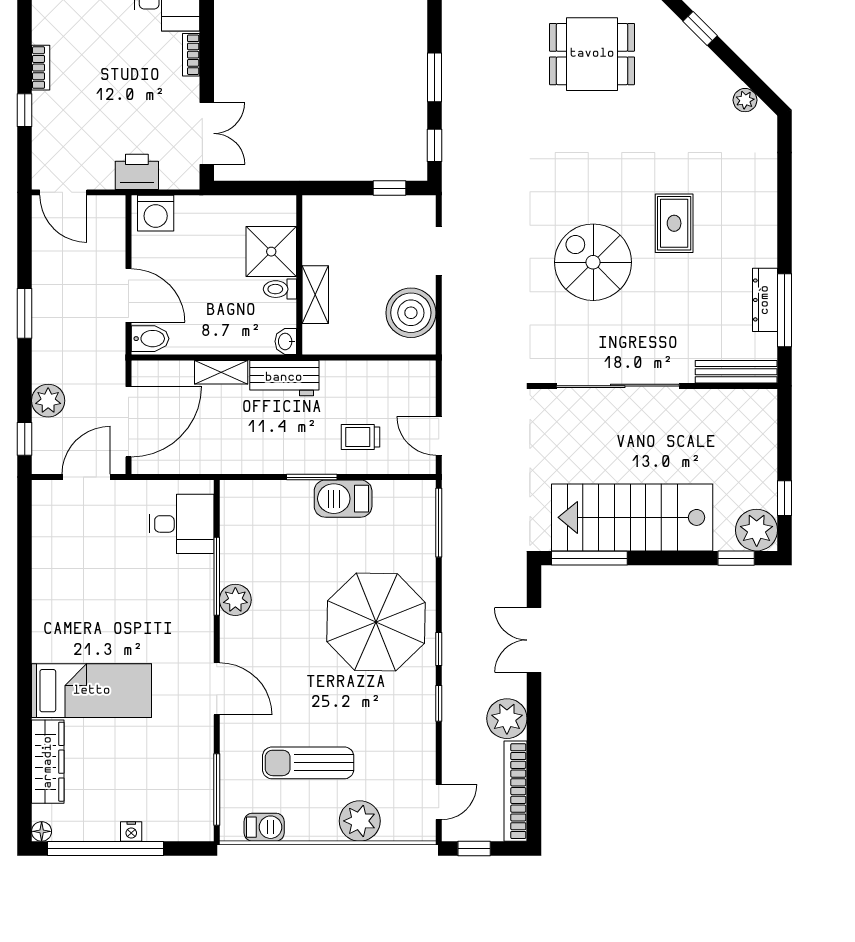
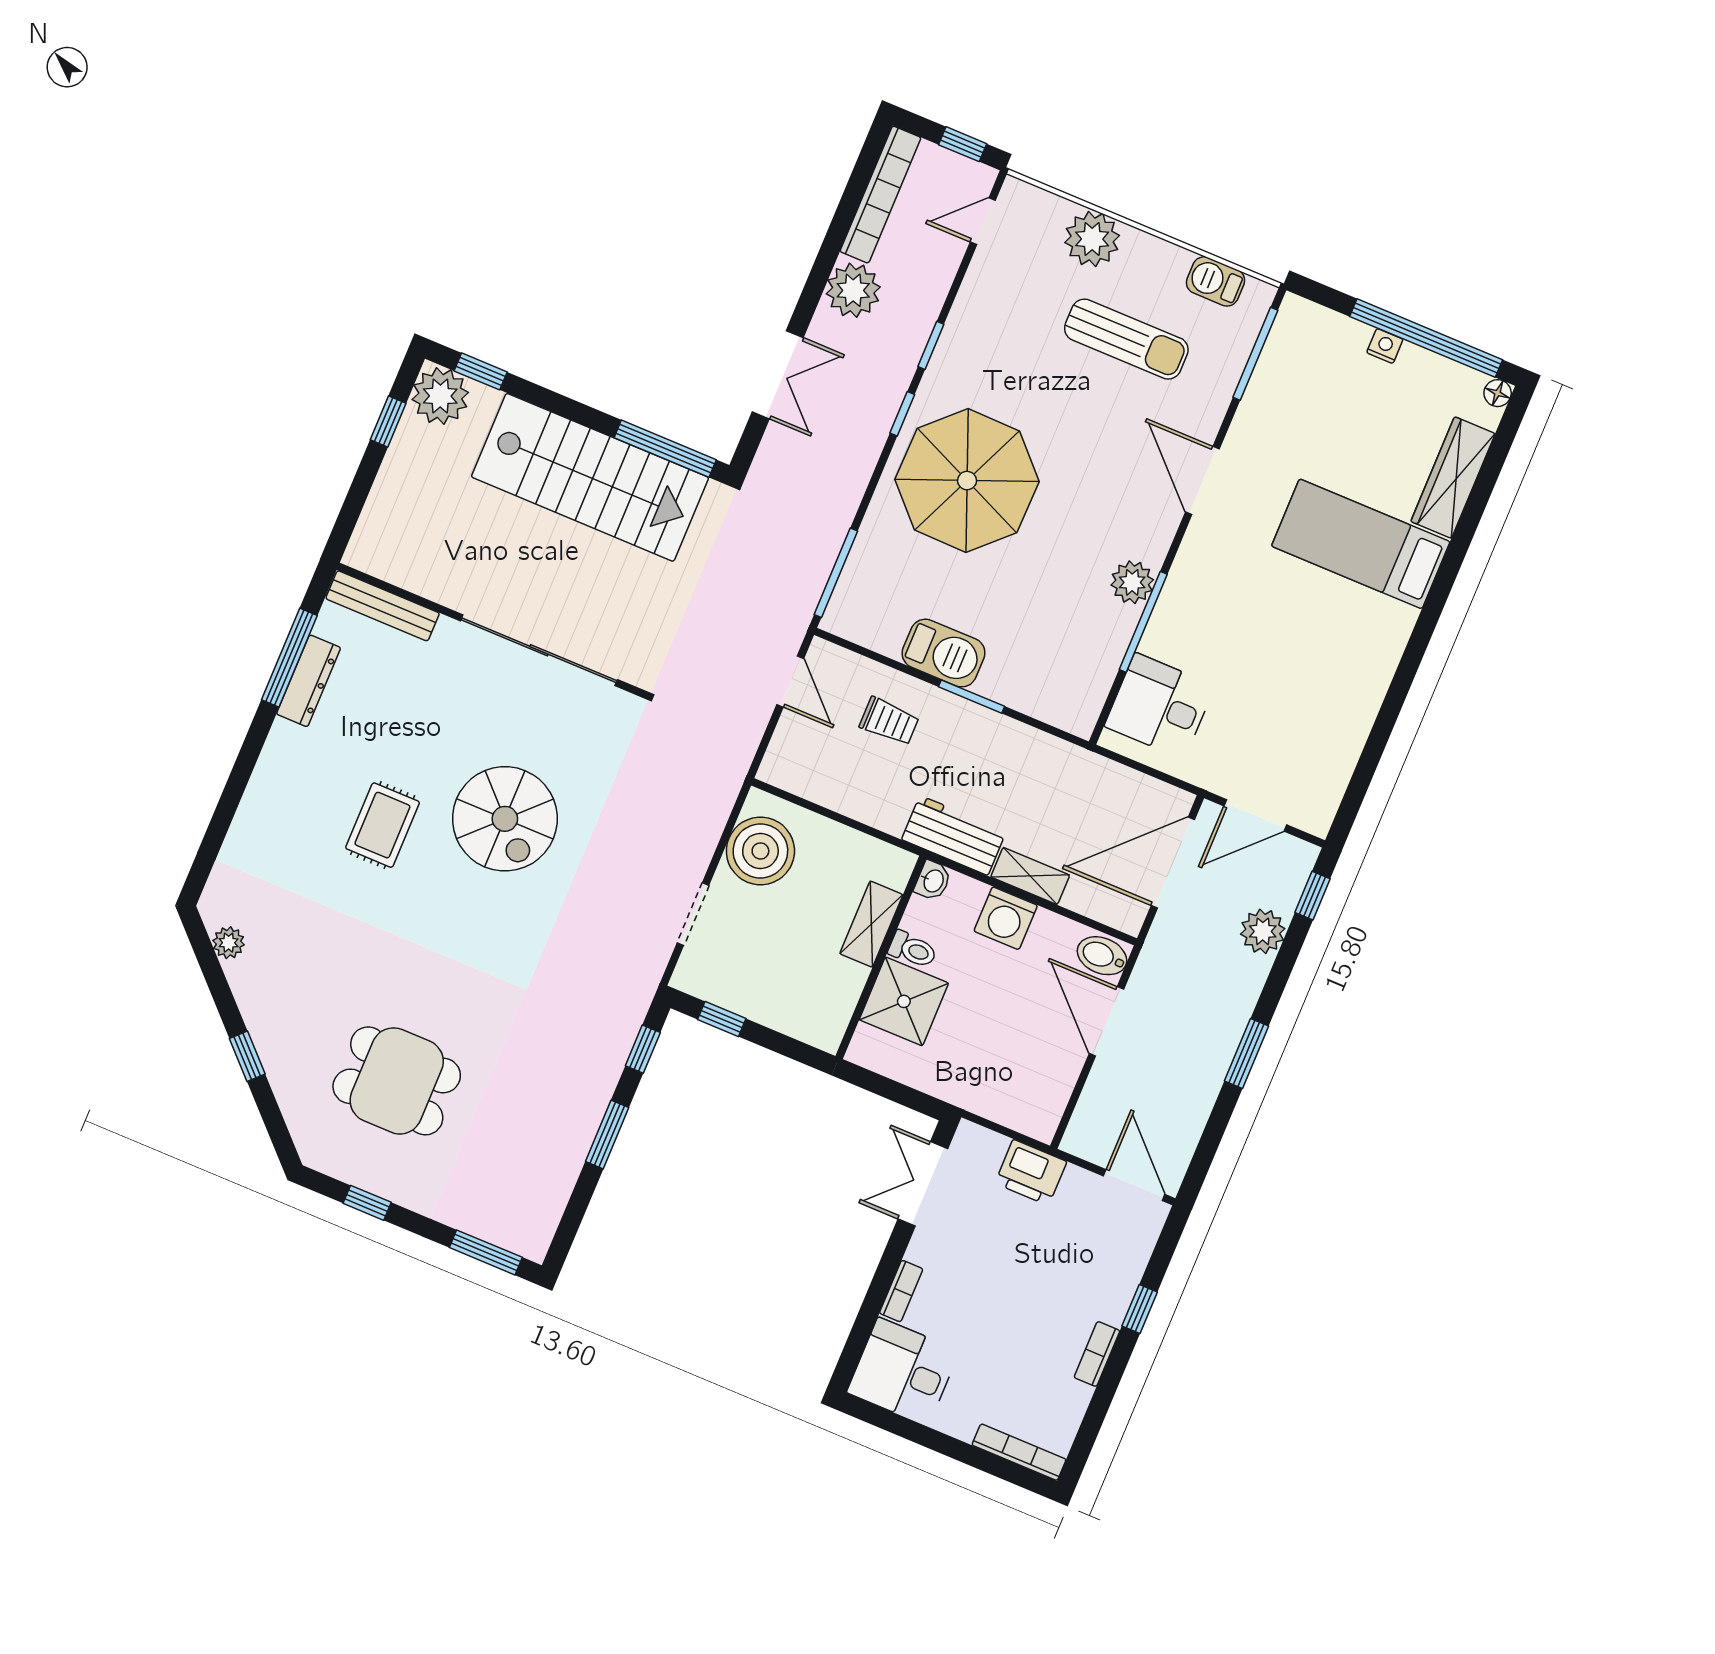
washing machine: (156, 213) -> (1006, 918), moved, turned 180

